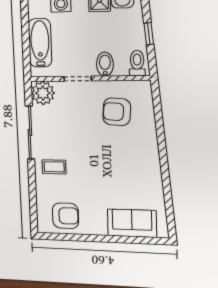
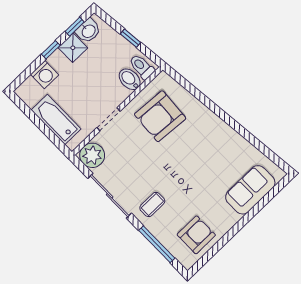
bidet: (105, 64) -> (130, 79), moved
armchair: (117, 112) -> (160, 116), width x1.36, depth x1.36
window: (33, 196) -> (157, 244), added

